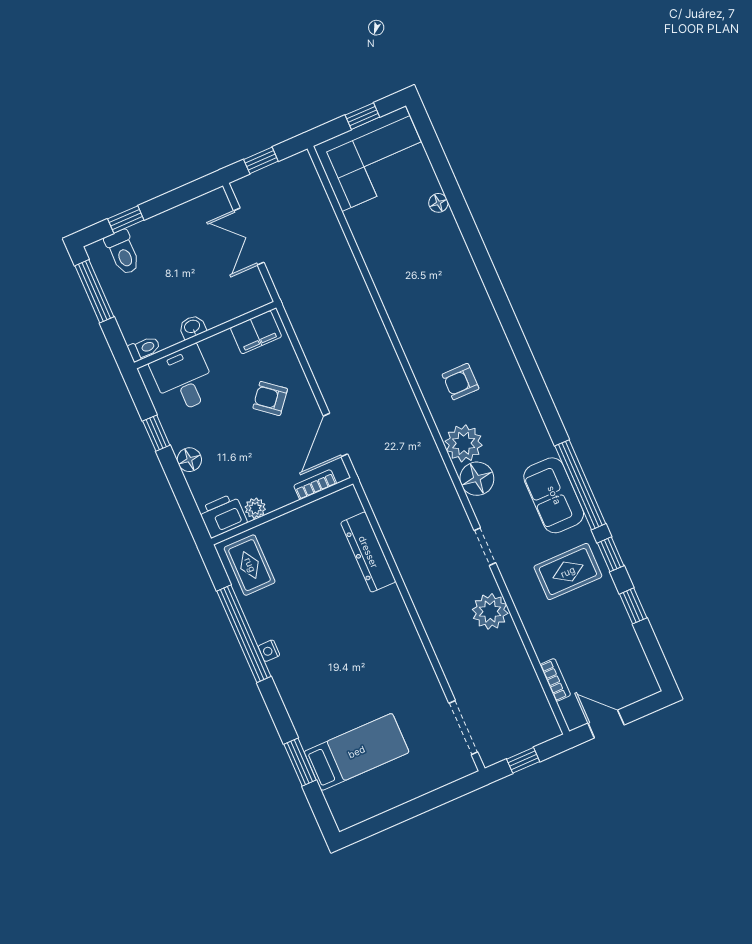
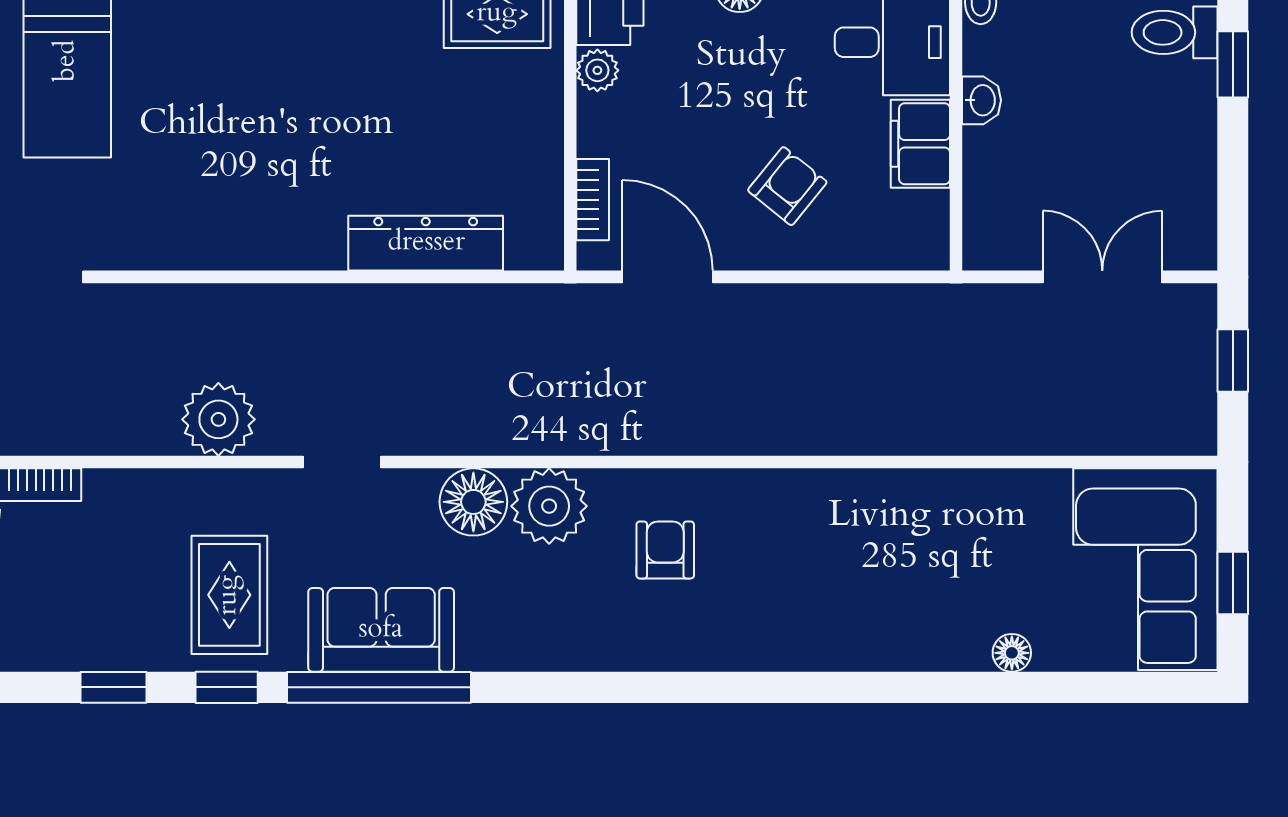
filing cabinet: (256, 332) -> (920, 144), moved

